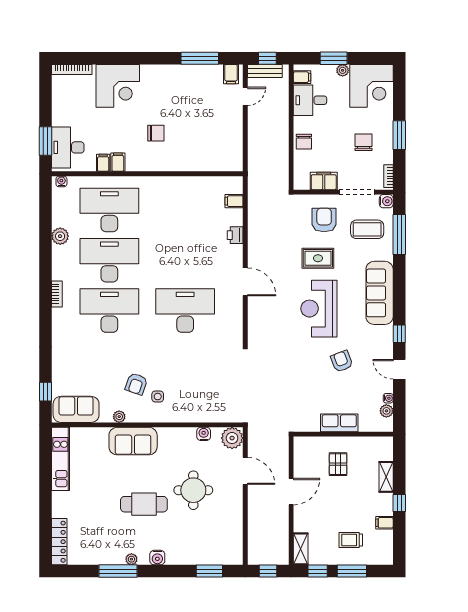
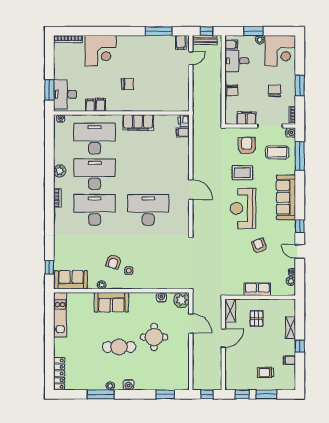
filing cabinet: (171, 187) -> (138, 122), added
printer: (235, 235) -> (184, 121), moved
plant: (60, 236) -> (60, 171), moved
shelving: (301, 549) -> (230, 311), moved

